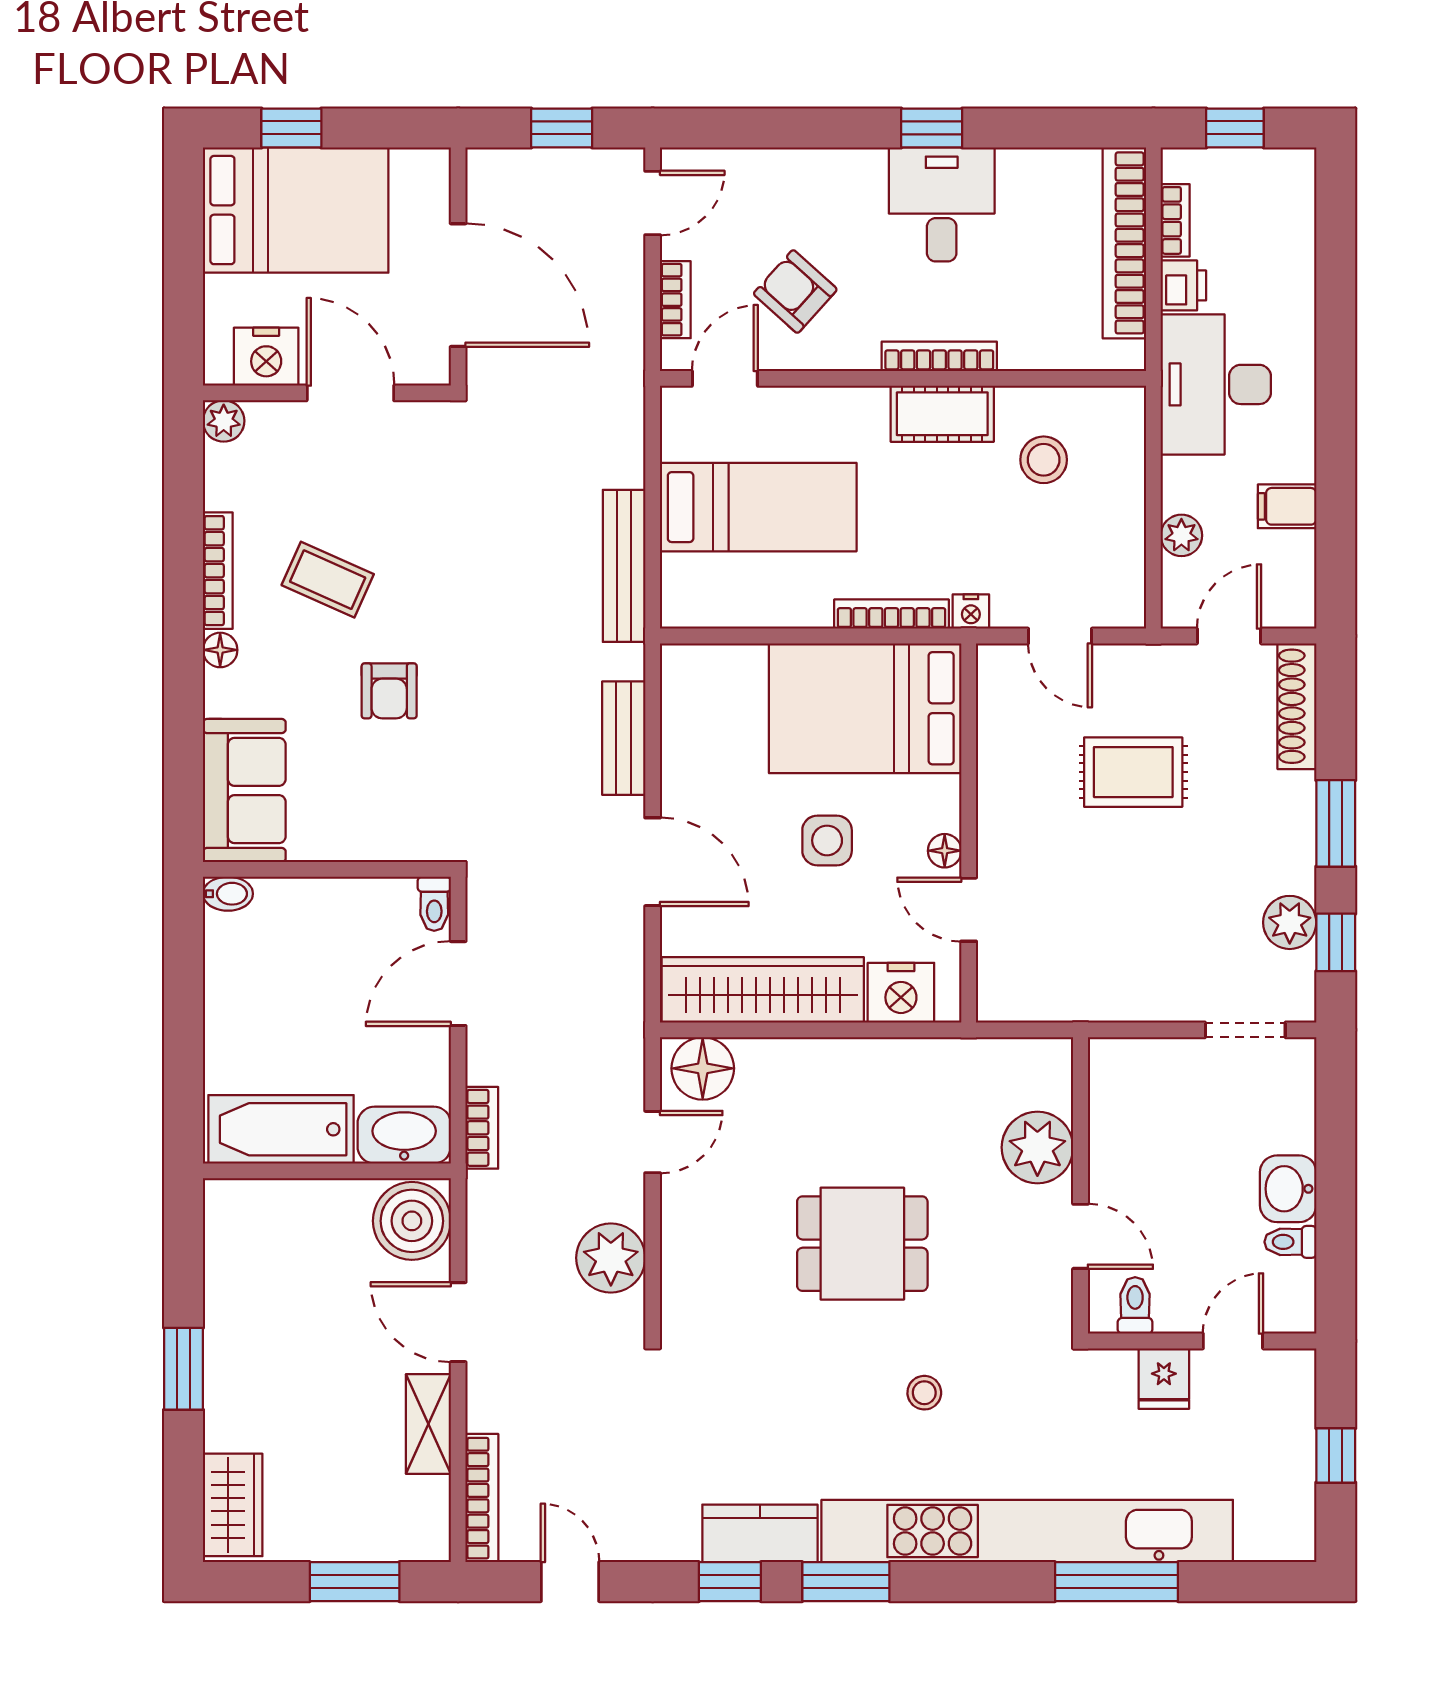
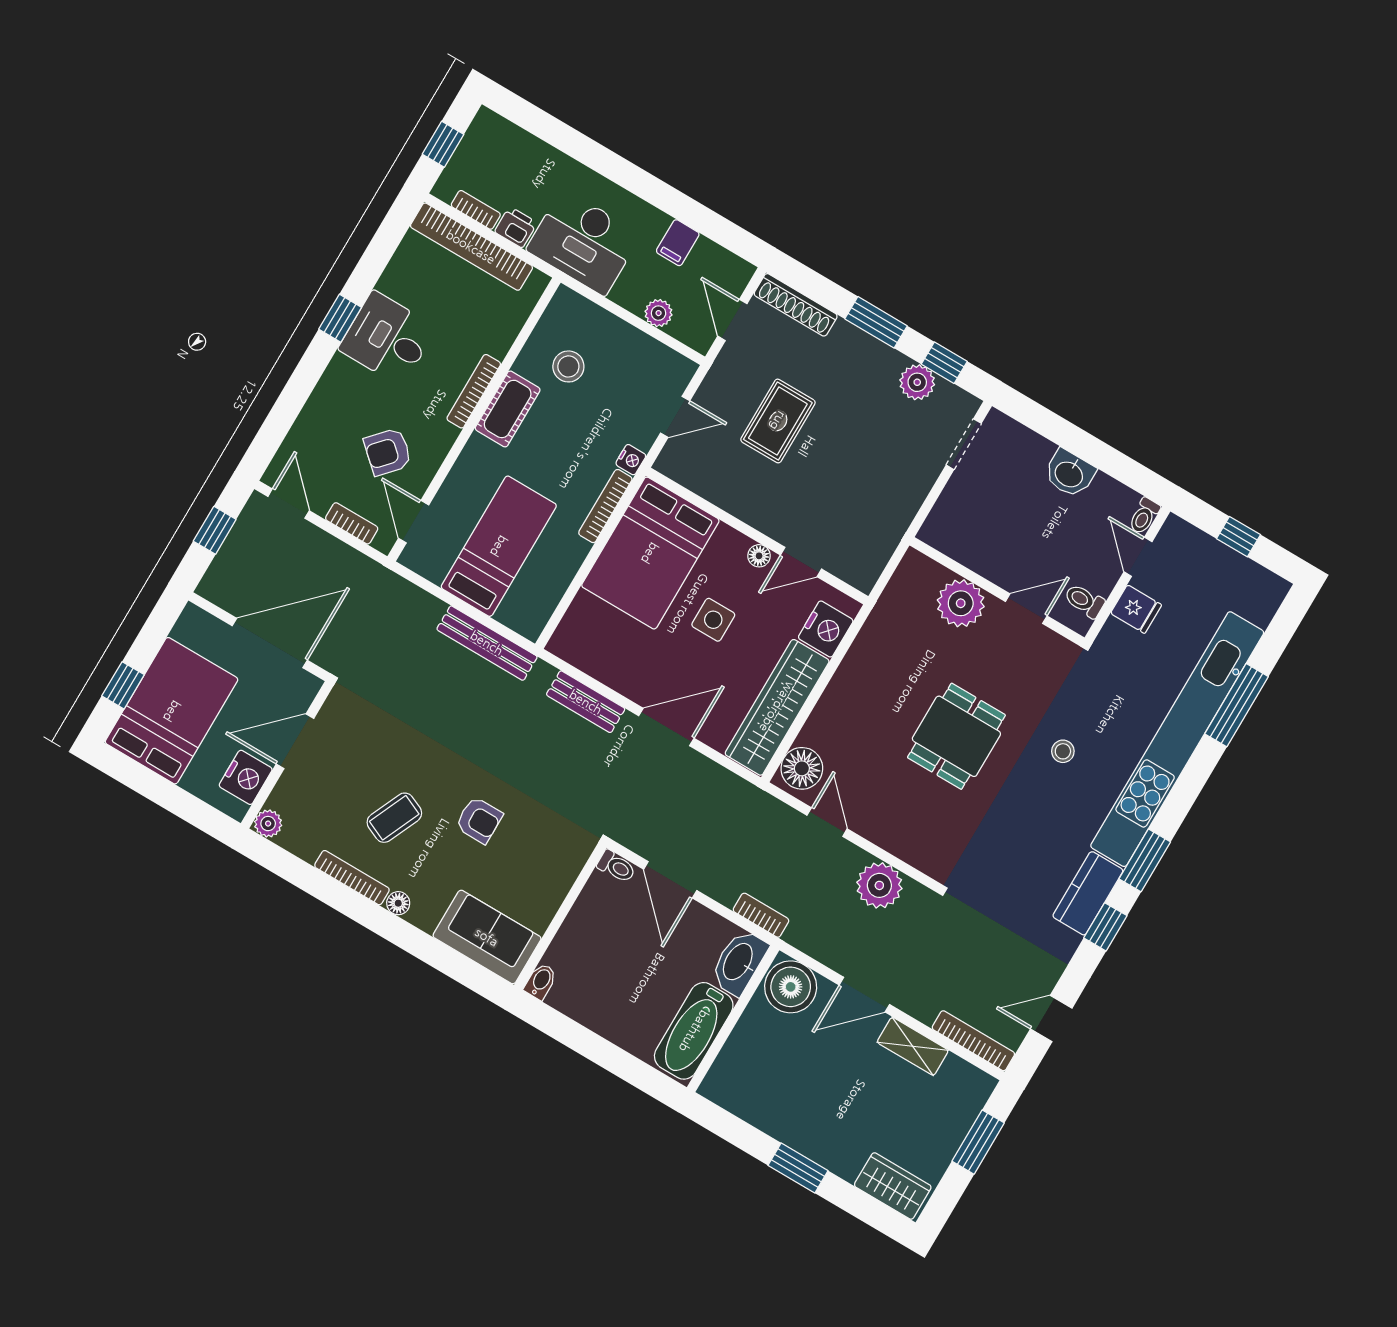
toilet: (1290, 1242) -> (1144, 516), moved

